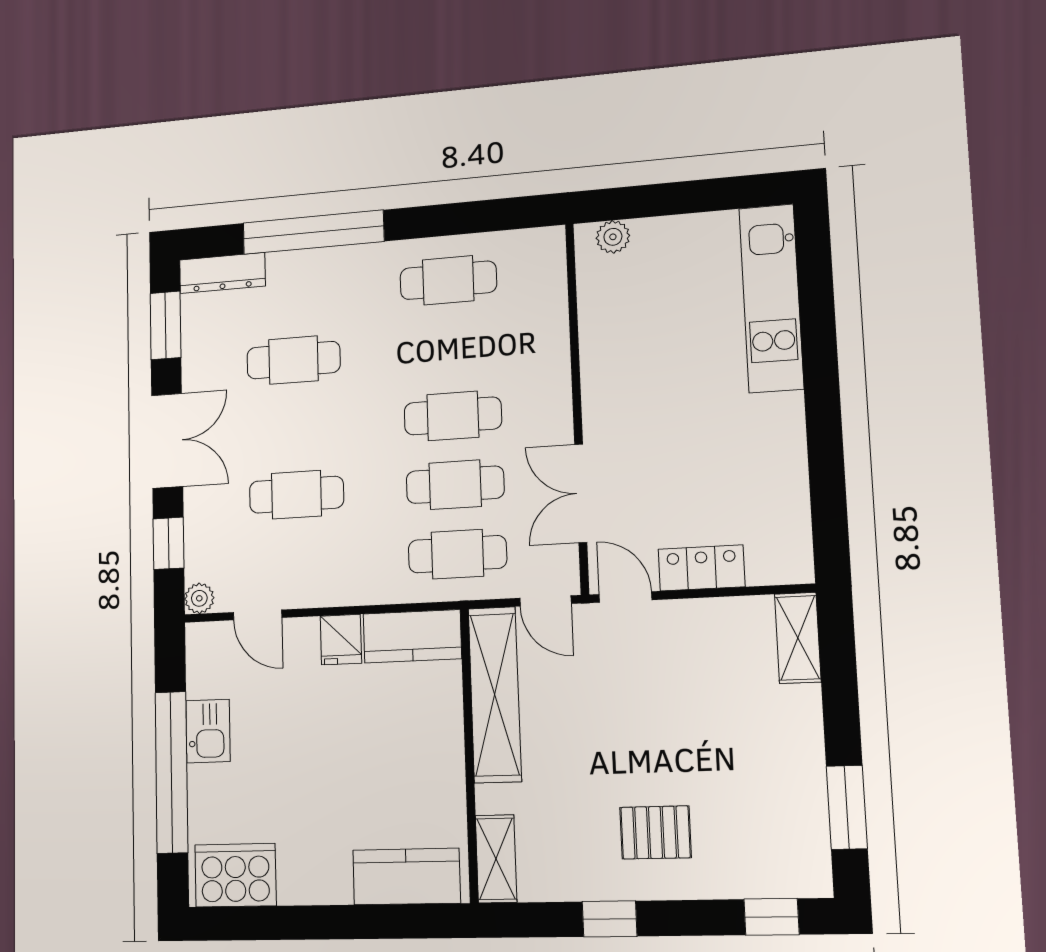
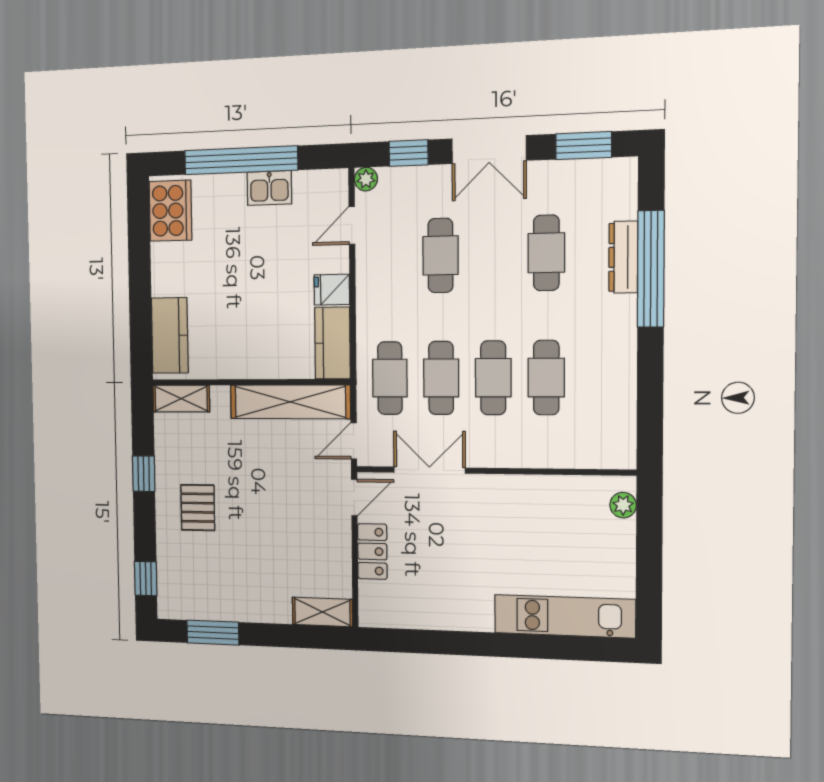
dresser: (222, 273) -> (623, 257), moved
cafe table: (448, 280) -> (546, 378), moved

